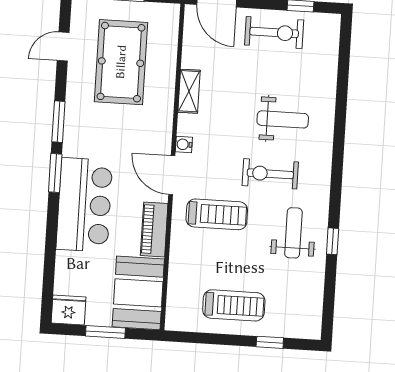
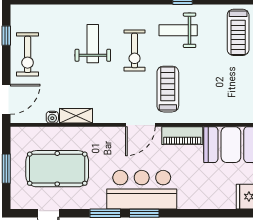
exercise bike: (274, 33) -> (28, 54), turned 180
water cooler: (184, 144) -> (52, 117), moved
bar counter: (84, 205) -> (142, 190), moved
treadmill: (234, 305) -> (238, 32), moved, turned 180

